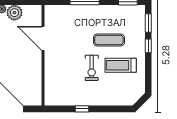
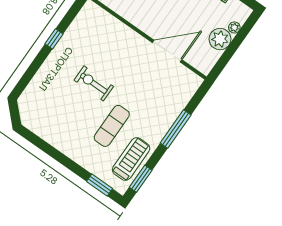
window: (148, 46) -> (73, 166), removed
treadmill: (121, 65) -> (131, 159), moved

